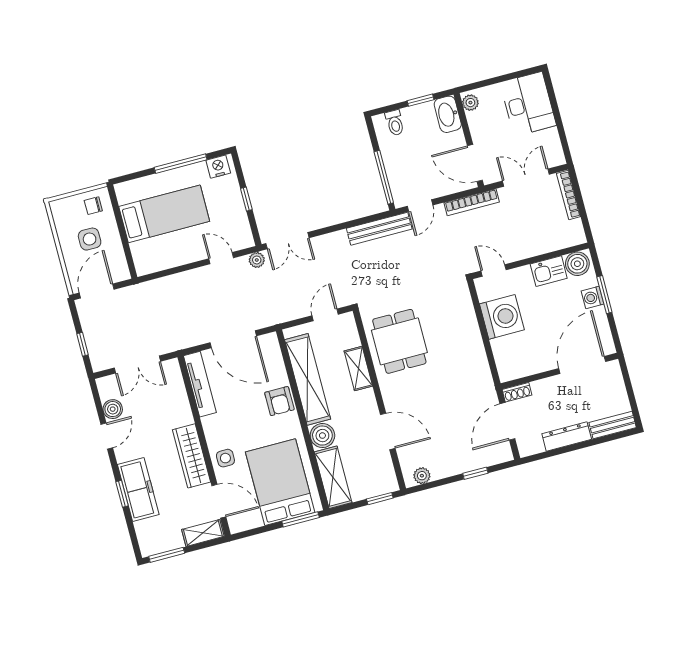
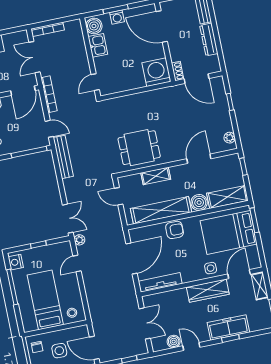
stool: (147, 255) -> (72, 313), added
washing machine: (502, 317) -> (156, 72), moved

